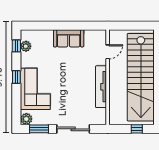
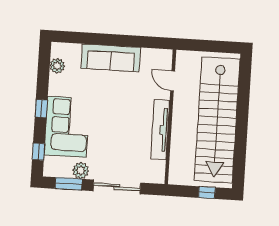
sofa: (69, 38) -> (111, 58), width x1.36
window: (16, 46) -> (38, 152), moved
door: (108, 52) -> (173, 81), swing flipped
plant: (26, 119) -> (81, 171), moved

